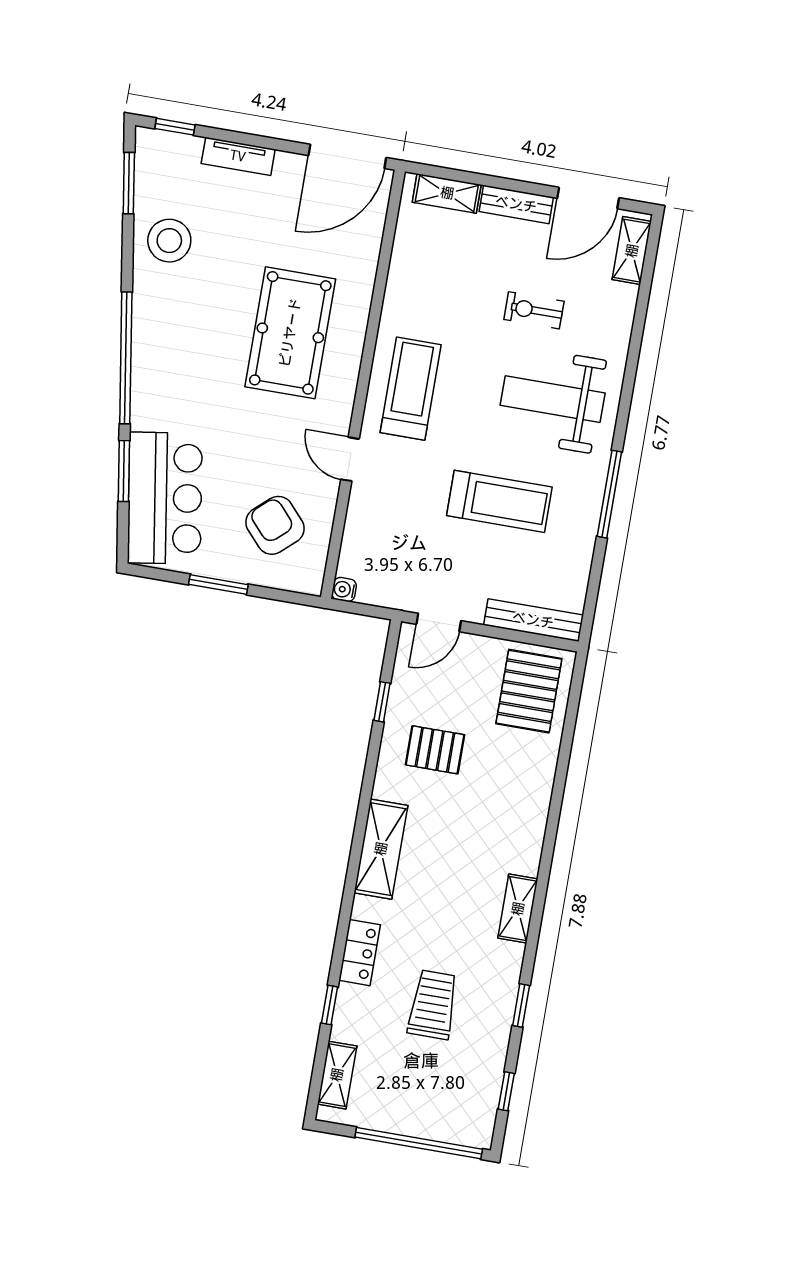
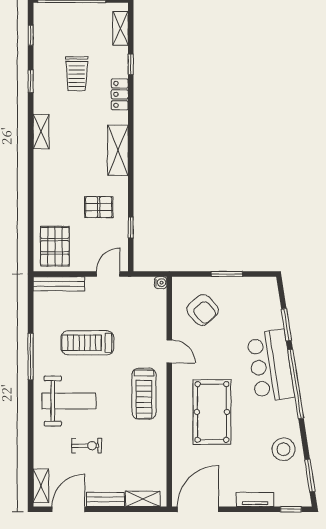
bar counter: (165, 498) -> (271, 366), moved

